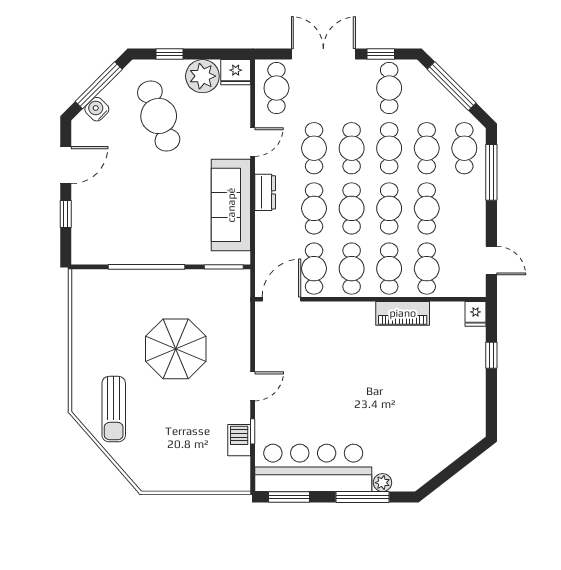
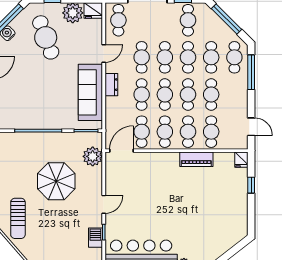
plant: (235, 309) -> (93, 156), added

